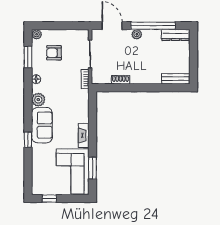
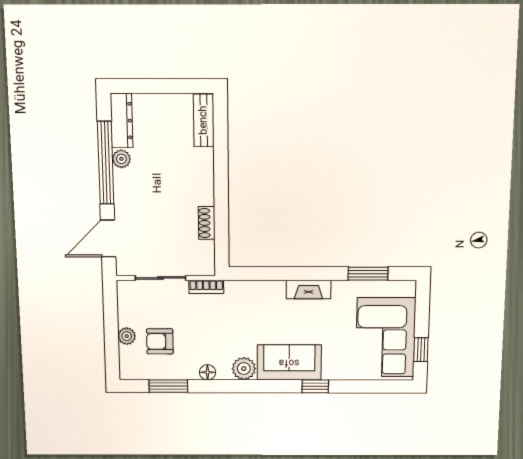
plant: (37, 34) -> (127, 336), moved
plant: (137, 34) -> (121, 159), moved
armchair: (54, 53) -> (160, 341), turned 90
corner sofa: (73, 171) -> (386, 337), moved, turned 90

